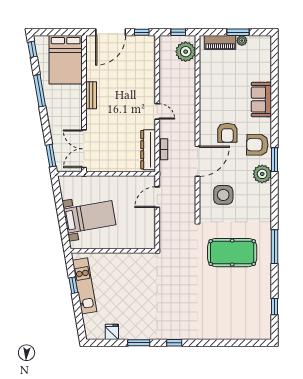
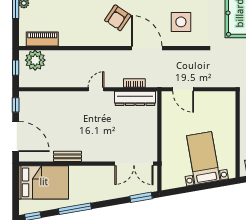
piano: (220, 42) -> (42, 39), moved, turned -90
bench: (91, 95) -> (68, 156), moved
armchair: (227, 133) -> (118, 18), turned 124

